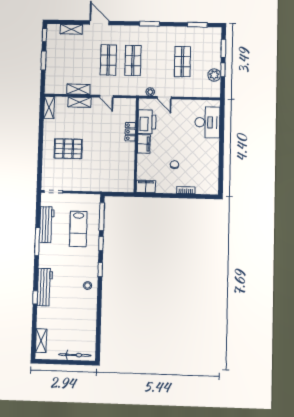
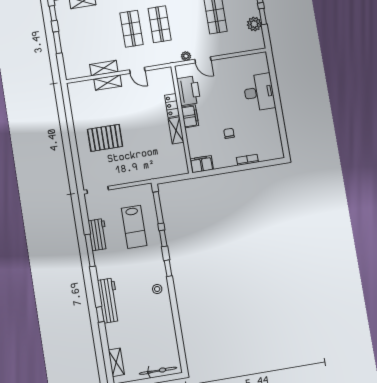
shelving: (49, 107) -> (176, 130), moved
desk: (207, 122) -> (259, 92), moved
workbench: (47, 225) -> (98, 235), width x0.73

